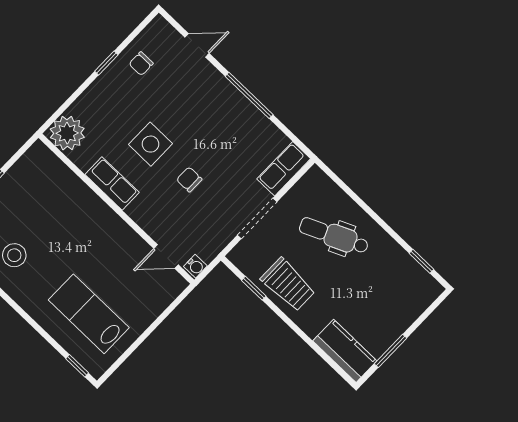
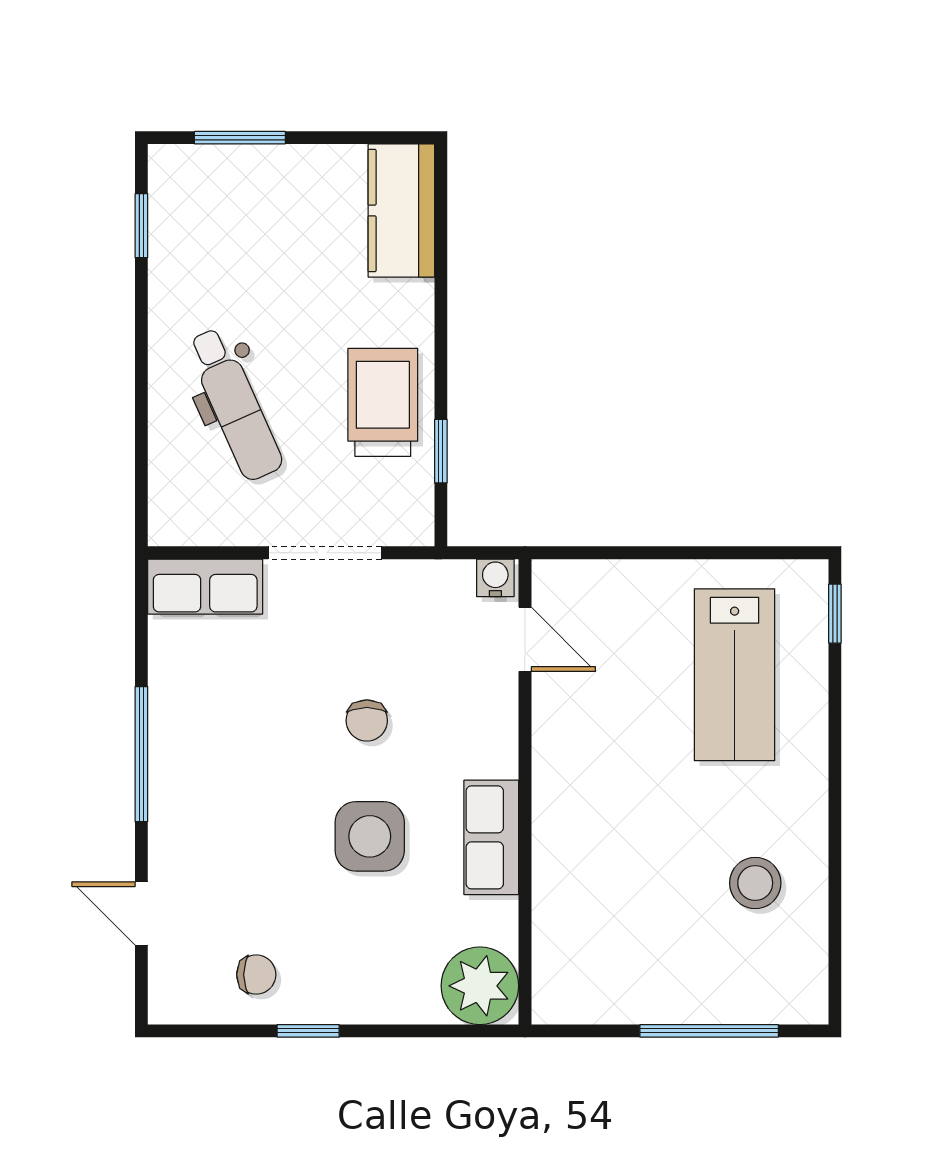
window: (391, 351) -> (240, 138), moved

